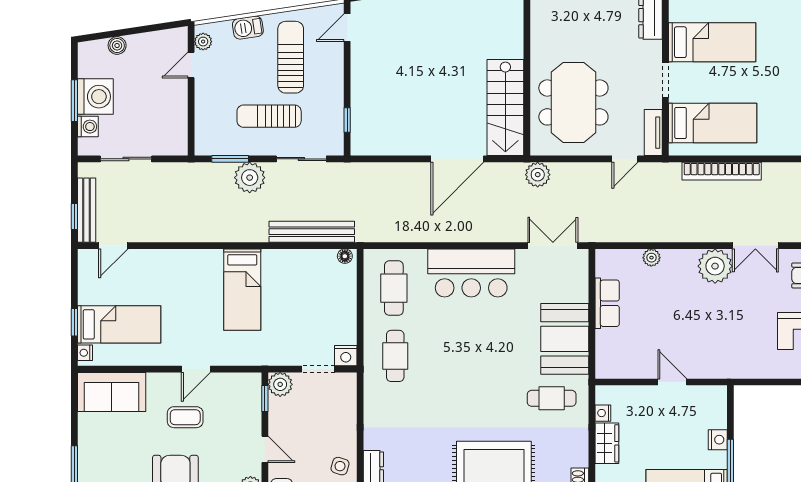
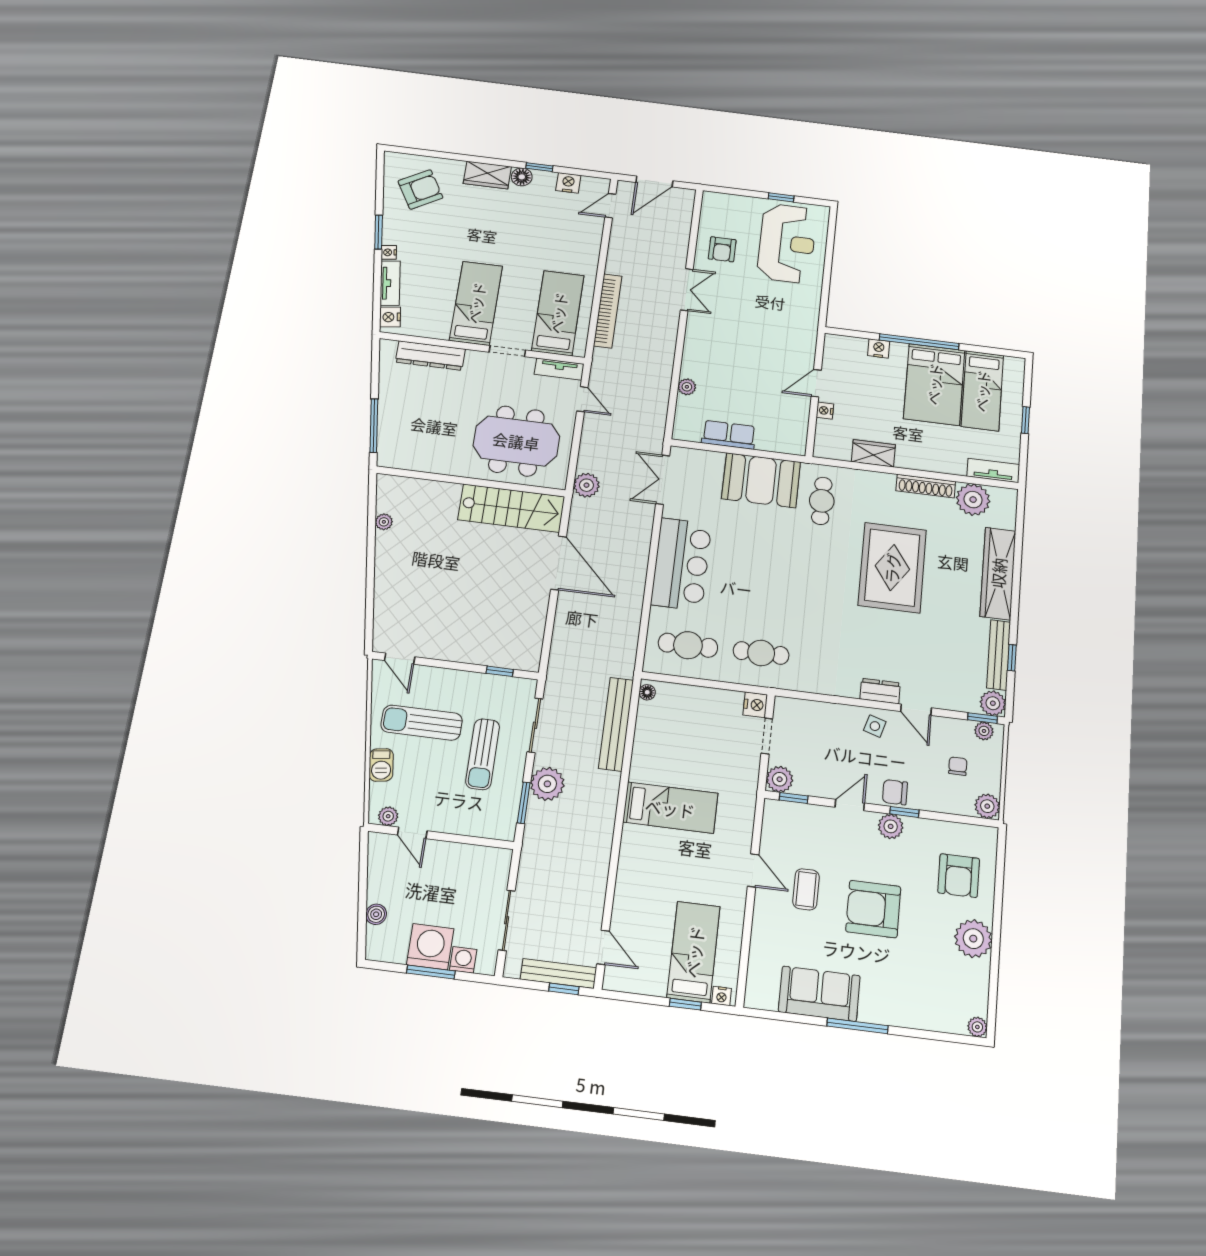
plant: (715, 266) -> (703, 329), removed
sofa: (112, 392) -> (819, 994), moved, turned -90
nightstand: (603, 413) -> (825, 411), moved, turned 90

